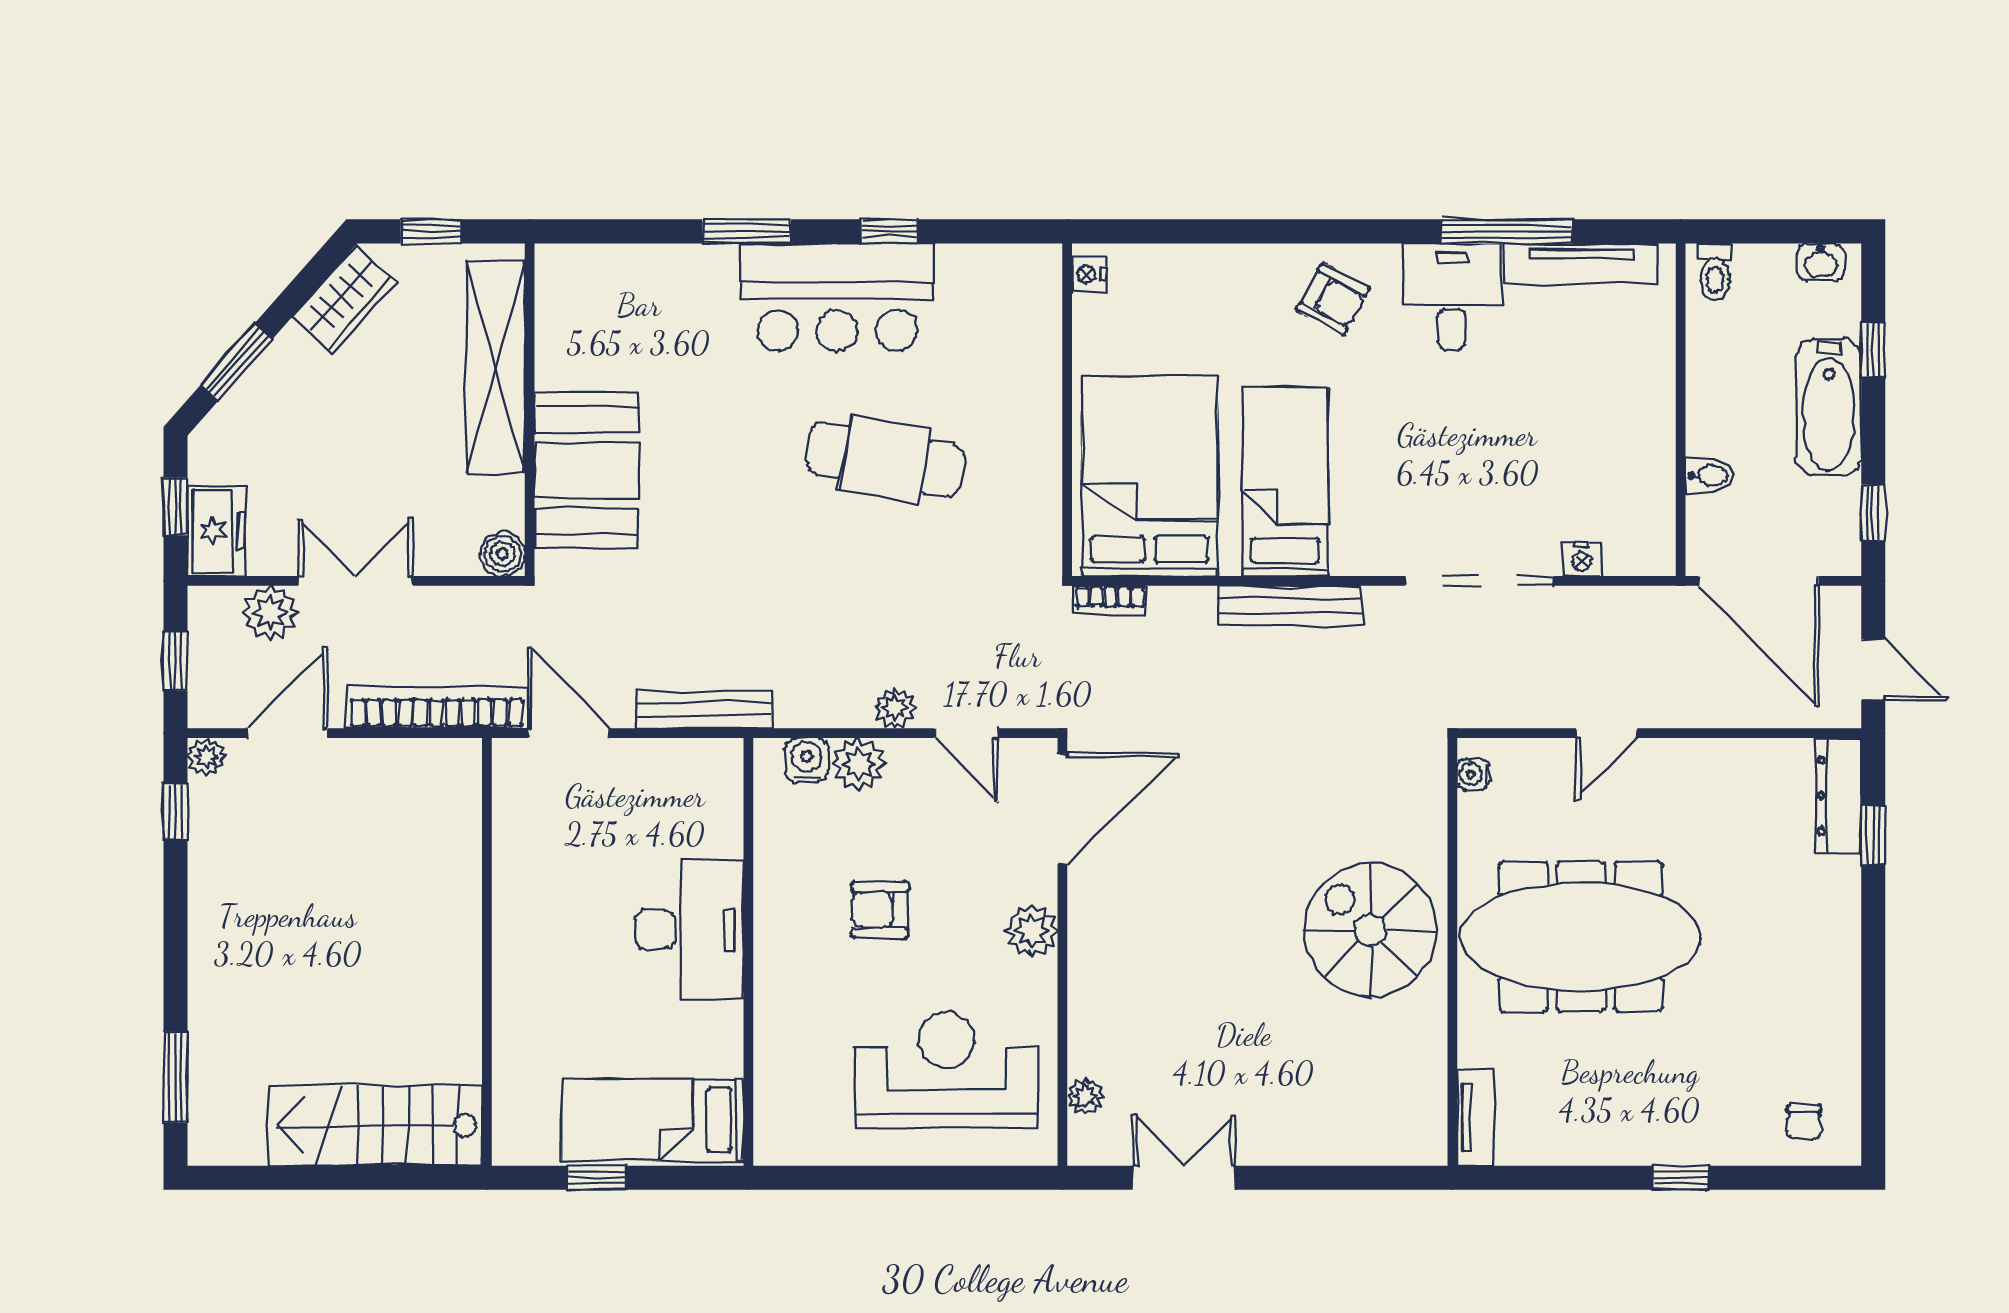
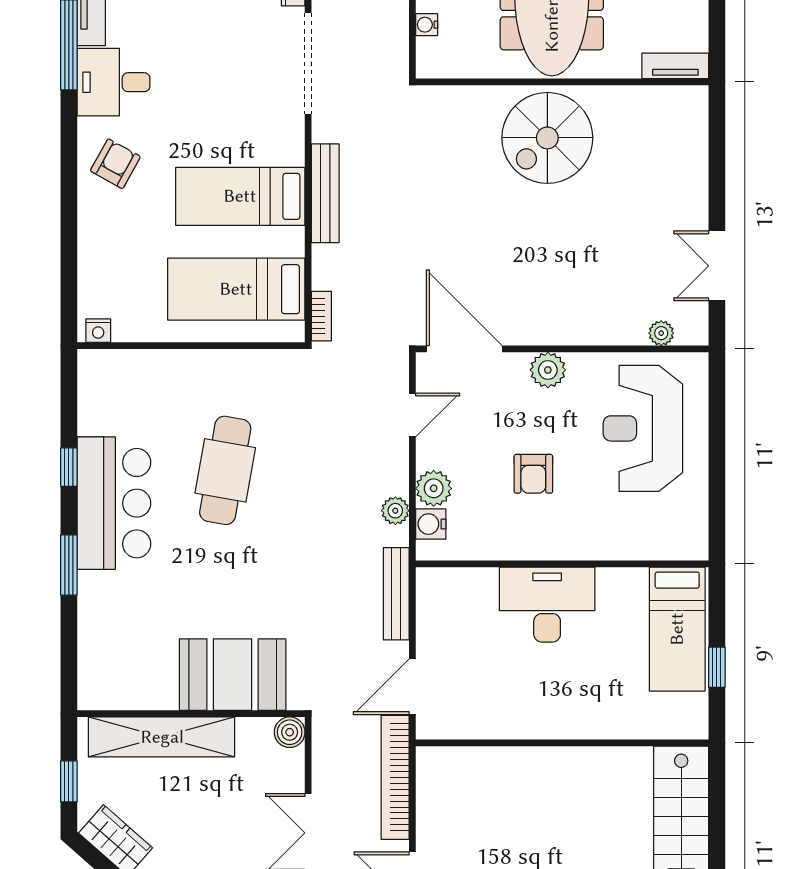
bed: (1150, 476) -> (236, 289), width x0.67
plant: (895, 708) -> (395, 511), moved
water cooler: (1473, 774) -> (427, 25), moved, turned 90

